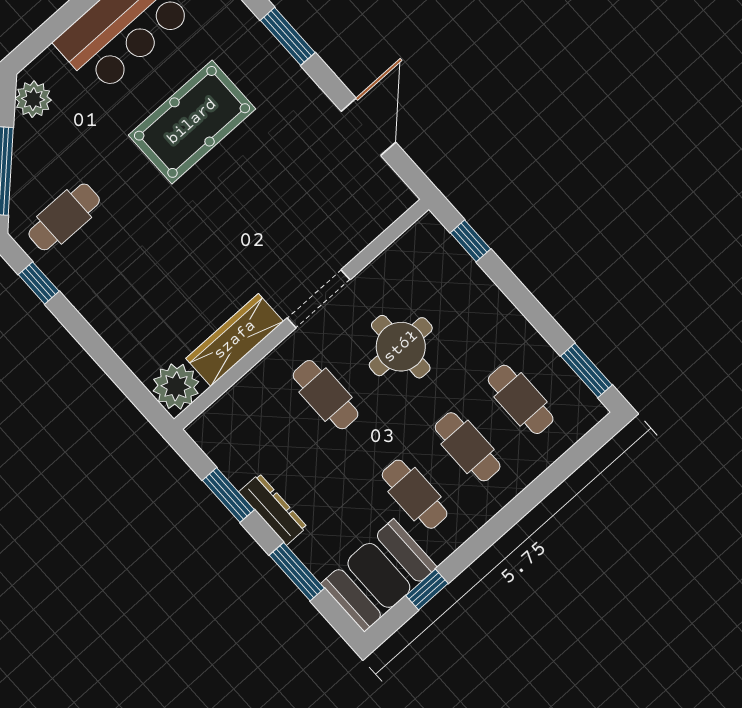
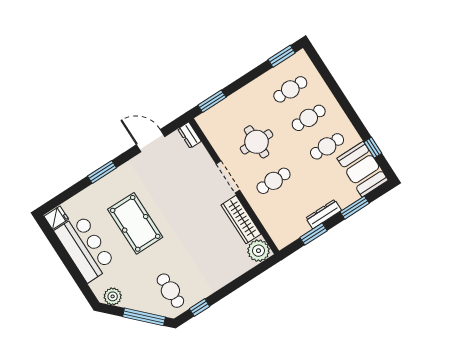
dresser: (393, 205) -> (189, 135), added
window: (470, 241) -> (212, 101), width x1.50

